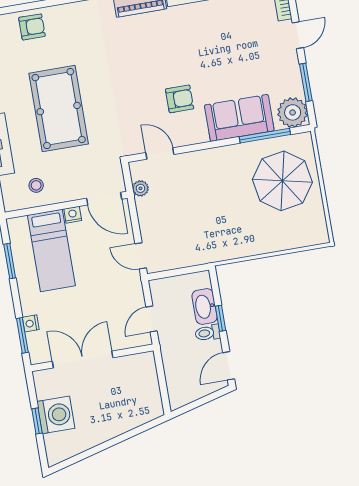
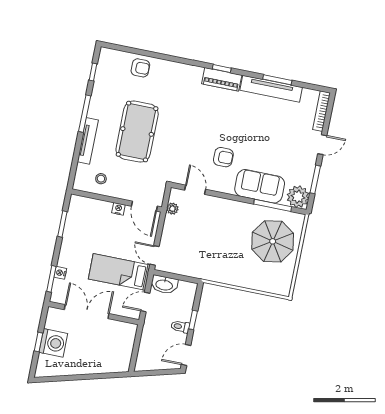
bed: (51, 250) -> (119, 272), moved, turned 90
washbasin: (205, 306) -> (164, 285), moved, turned -90

